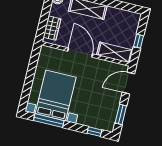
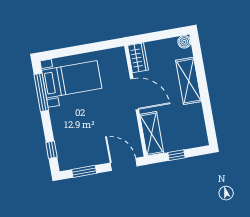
wardrobe: (52, 28) -> (138, 58), moved, turned -90
door: (80, 52) -> (134, 94), hinge flipped
bed with nightstands: (56, 96) -> (72, 79), width x0.73

